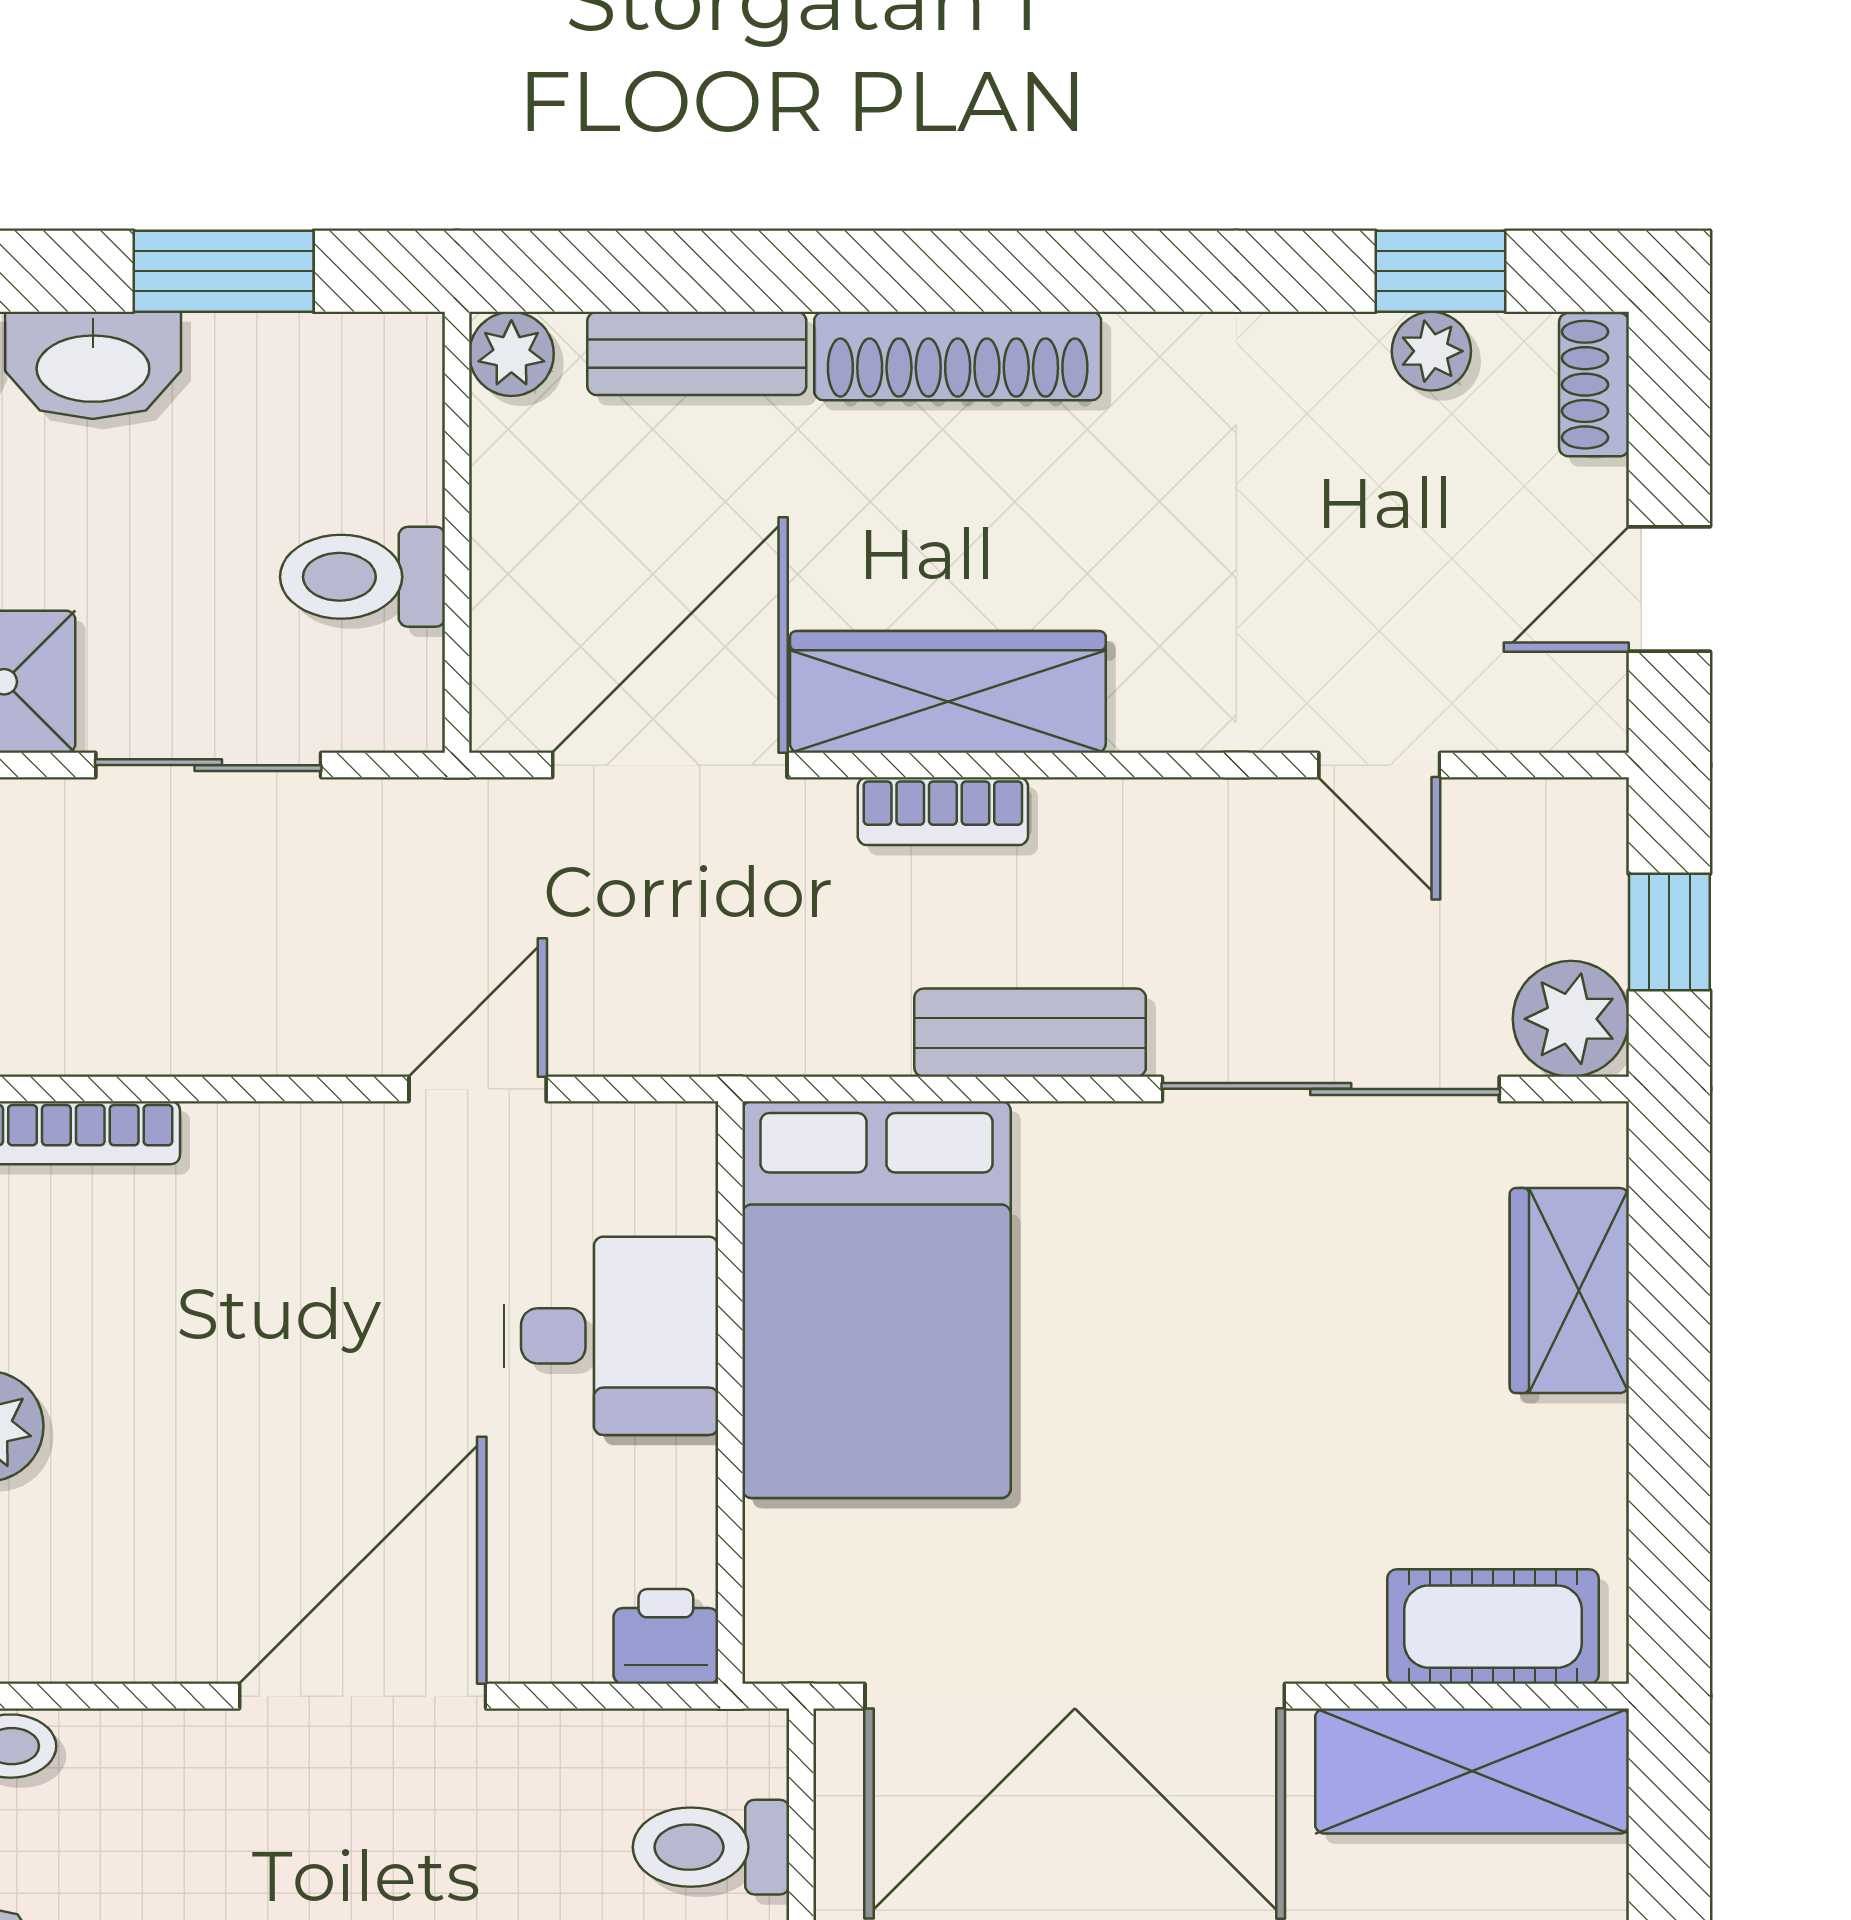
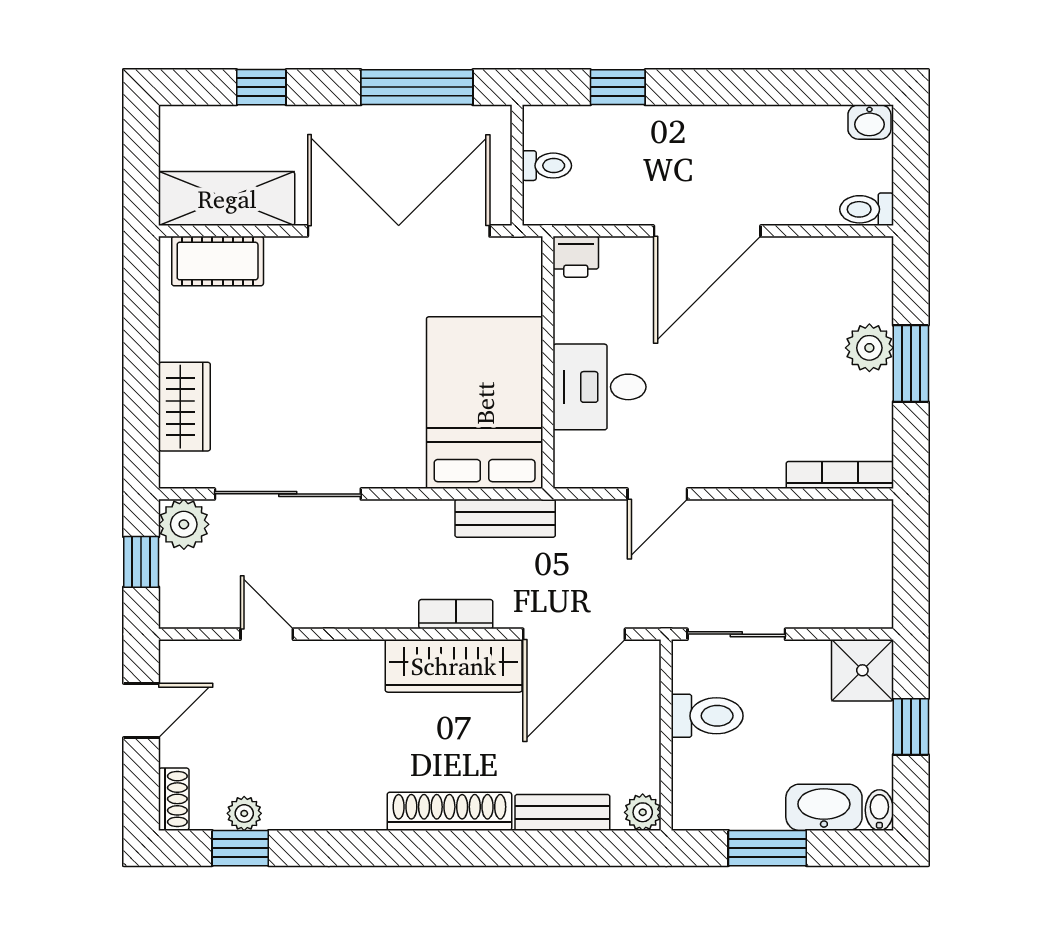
sliding door: (208, 765) -> (736, 634), moved
bench: (1030, 1033) -> (505, 518), moved
toilet: (711, 1847) -> (547, 166), width x0.73, depth x0.72

